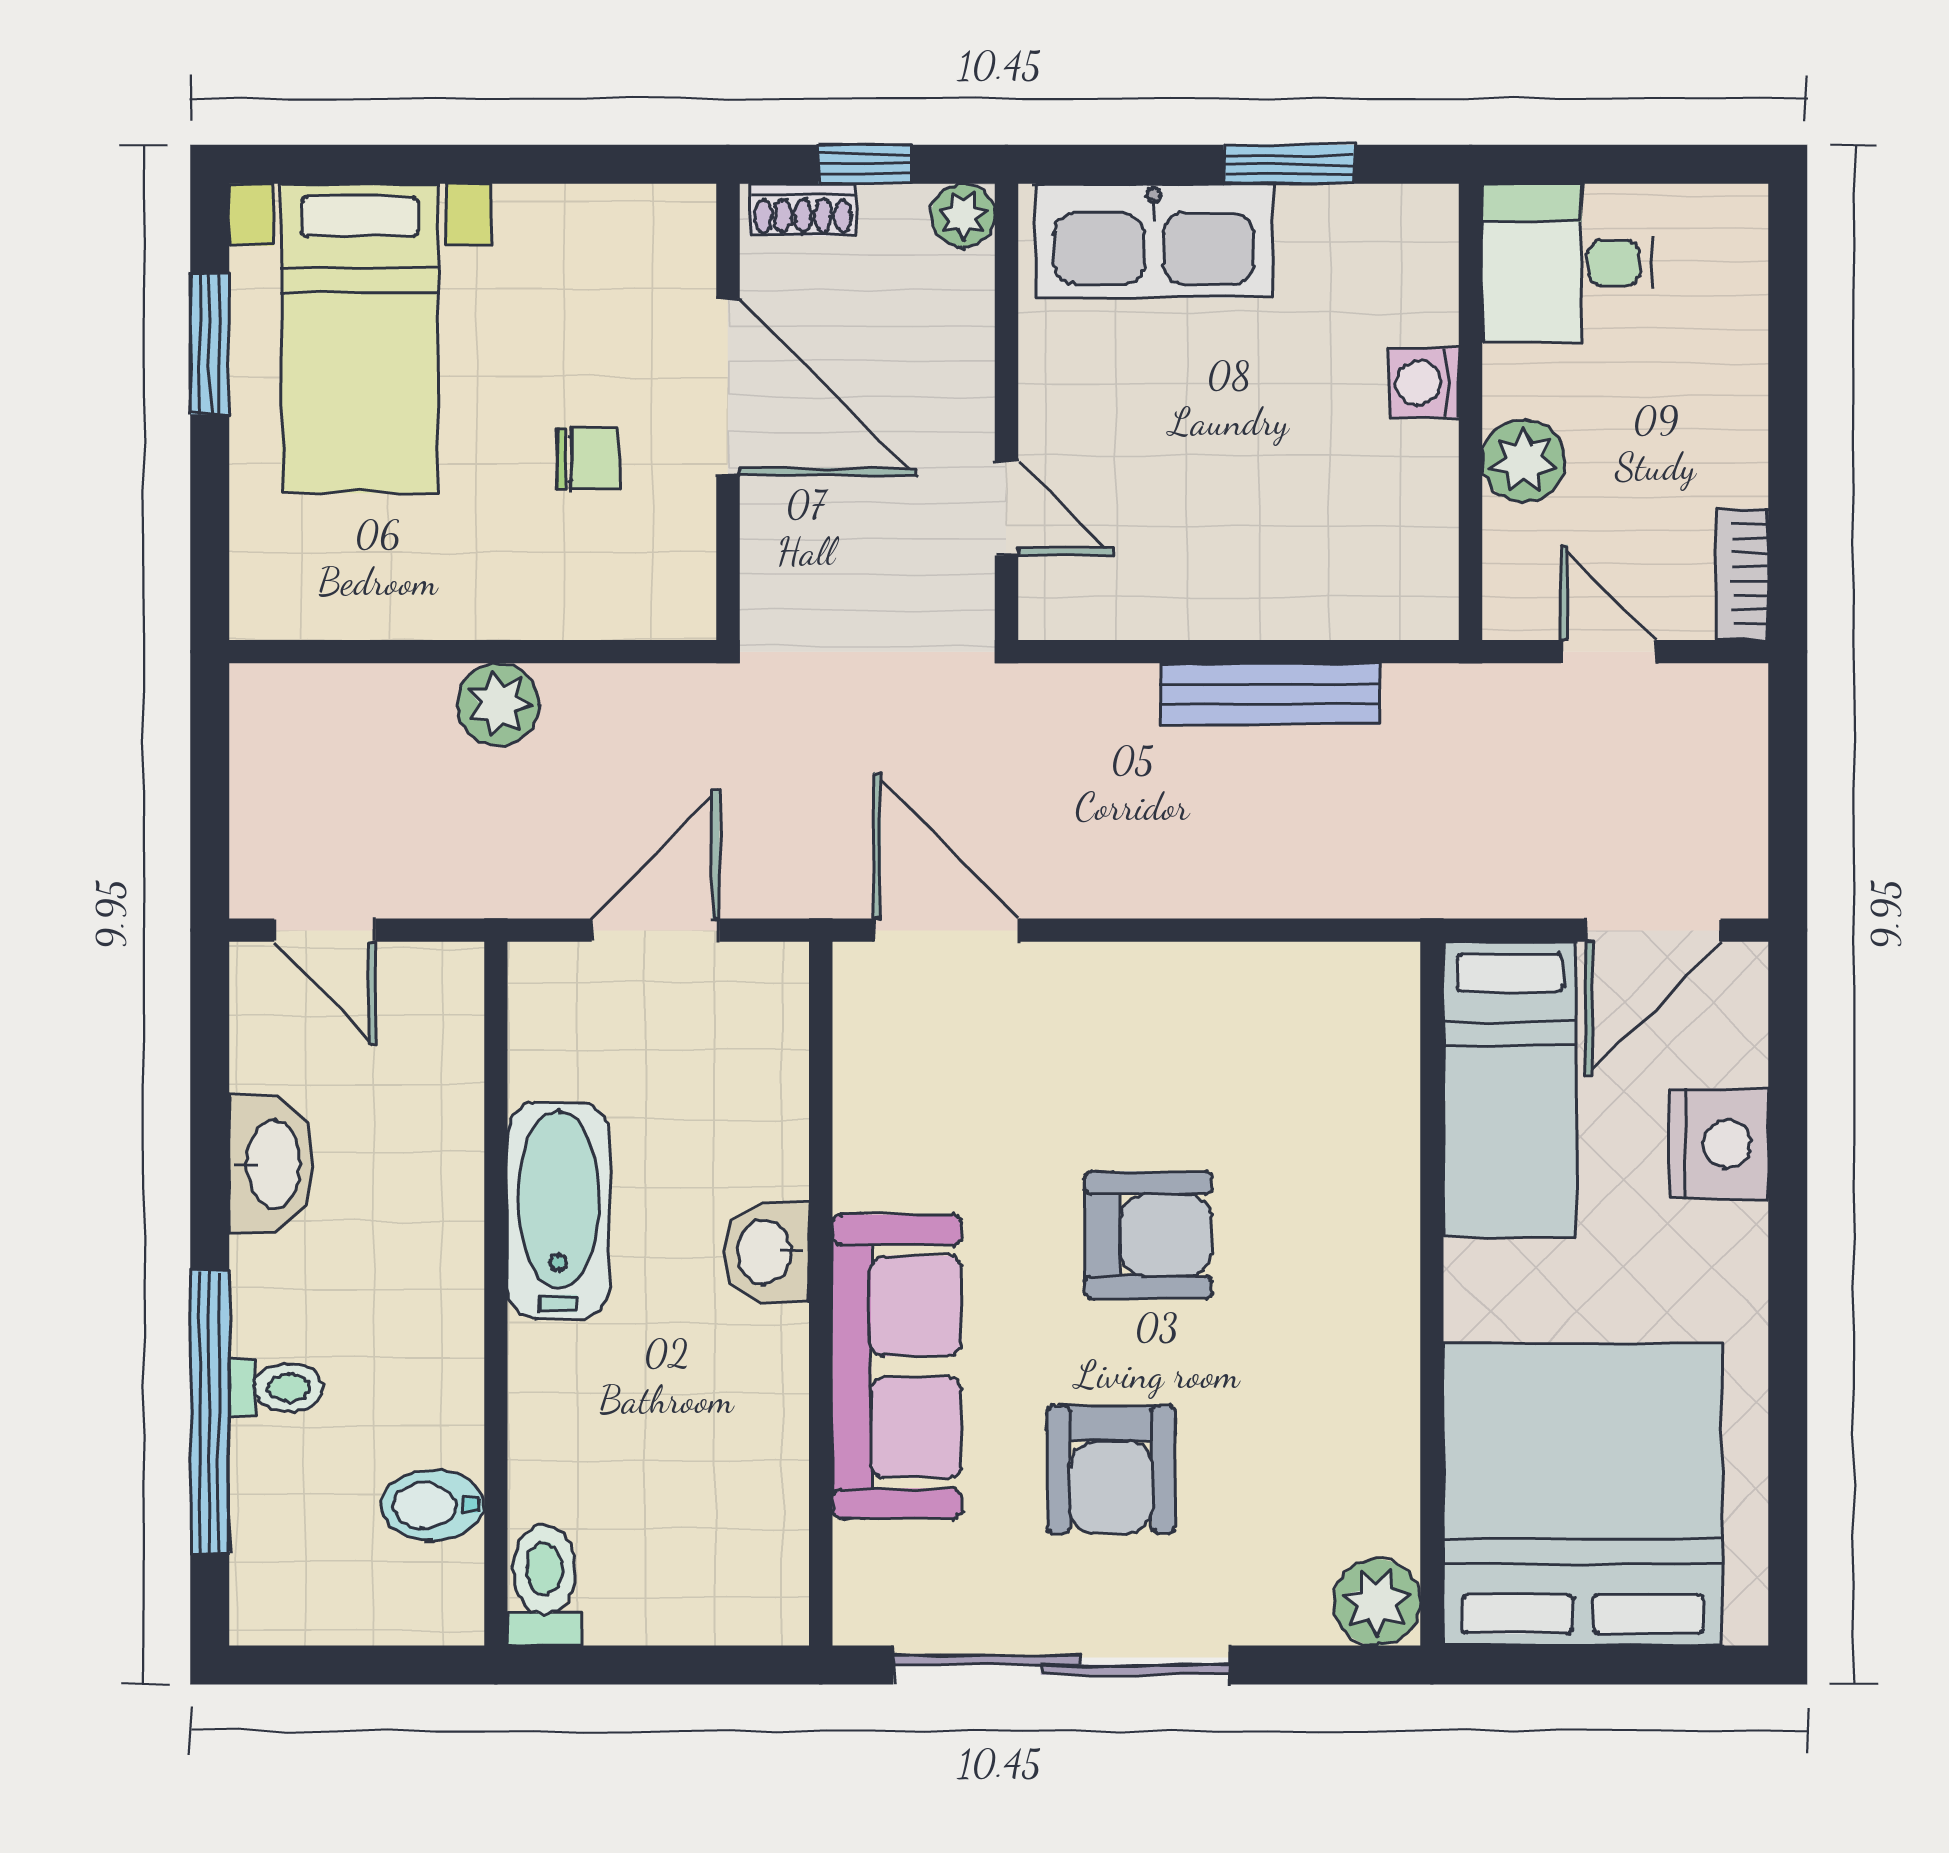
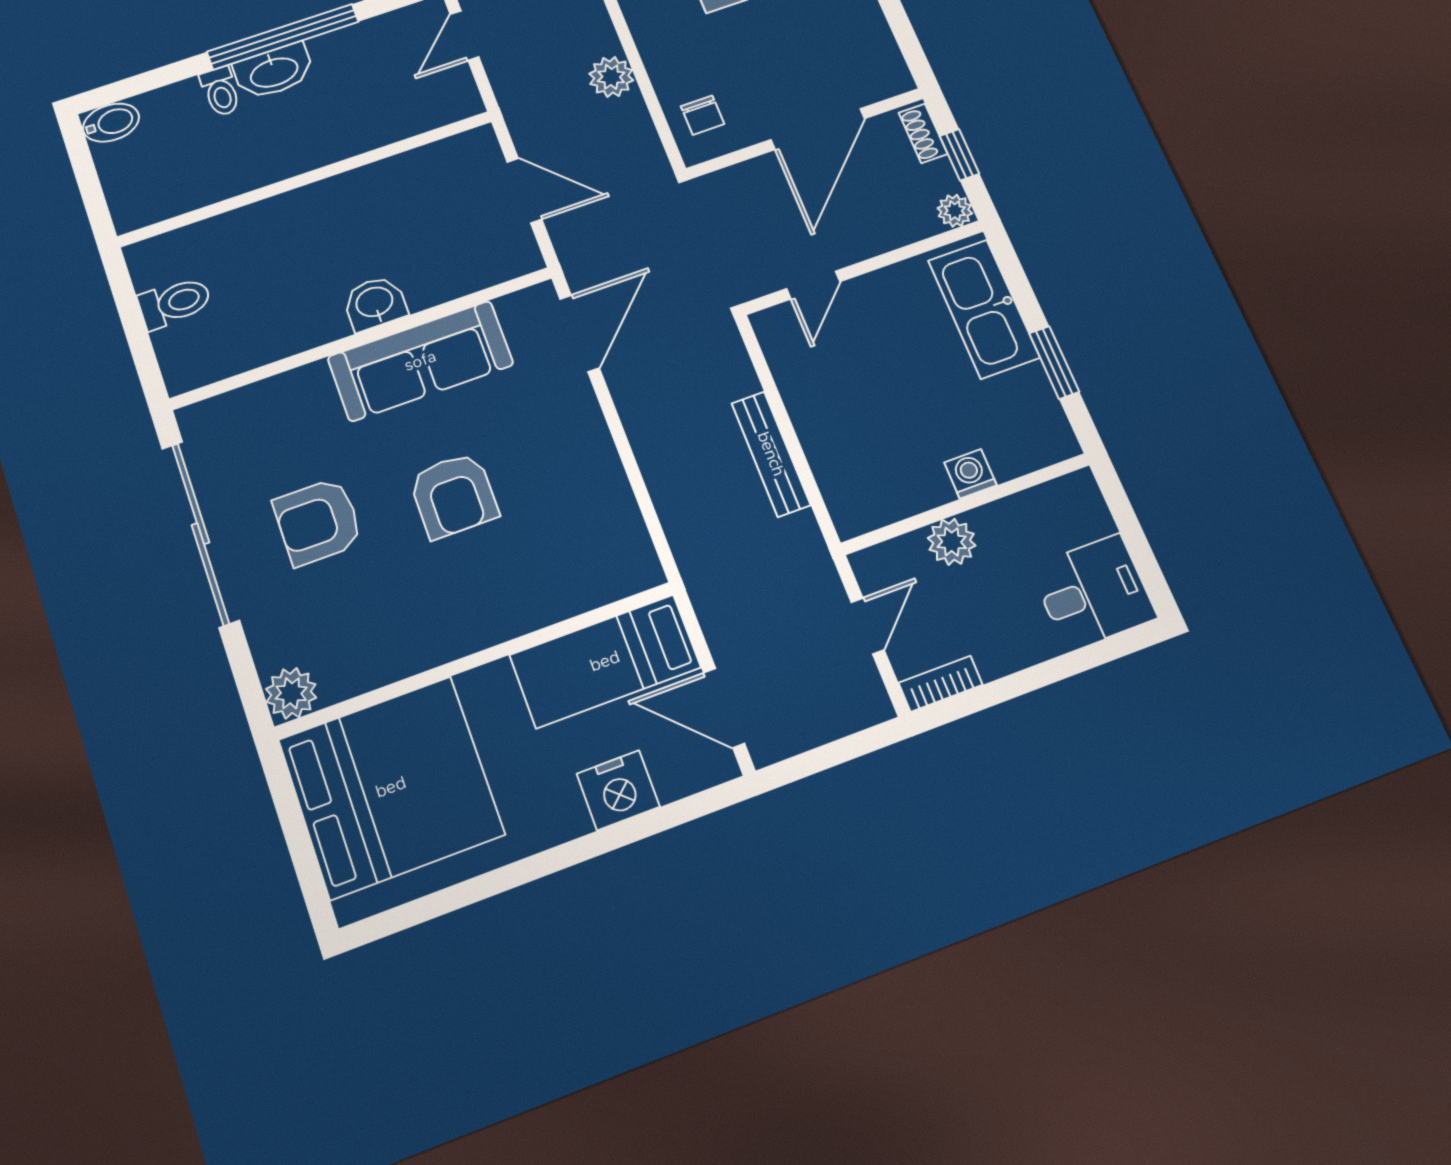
desk: (1568, 263) -> (1093, 592), moved, turned 90
chair: (588, 459) -> (702, 115), moved
washbasin: (271, 1164) -> (274, 71), moved
bathtub: (558, 1211) -> (360, 194), removed
sofa: (897, 1367) -> (420, 361), moved
window: (210, 1412) -> (283, 37), moved
bidet: (432, 1505) -> (111, 123), moved, turned 90
toilet: (544, 1585) -> (175, 303), moved

